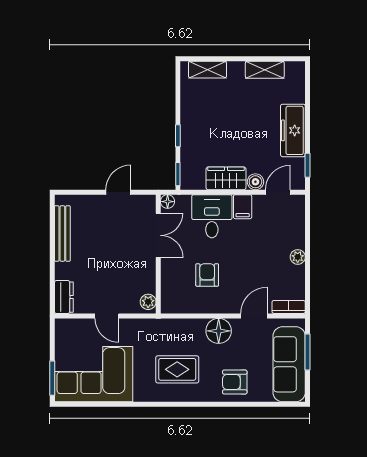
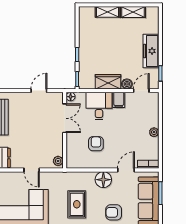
shelving: (207, 70) -> (107, 12), moved
rug: (177, 369) -> (77, 204), turned 90

